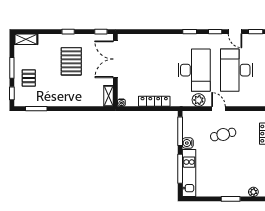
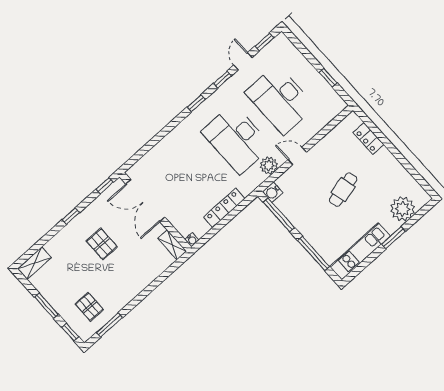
door: (235, 32) -> (243, 61), swing flipped
pallet: (71, 61) -> (102, 244), width x0.67, depth x0.71
desk: (194, 70) -> (236, 139), turned 180
pallet: (29, 78) -> (89, 307), moved
cafe table: (223, 135) -> (343, 190), moved
water cooler: (188, 143) -> (273, 192), moved
kitchen unit: (189, 173) -> (360, 251), moved, turned -90
plant: (253, 192) -> (403, 209), width x1.87, depth x1.87

